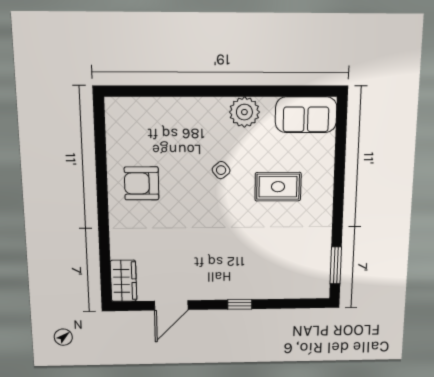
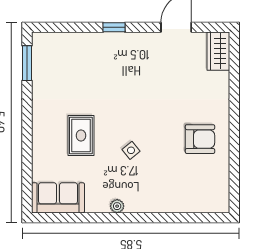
plant: (244, 112) -> (117, 206), width x0.53, depth x0.53
rug: (278, 187) -> (81, 136), turned 90

